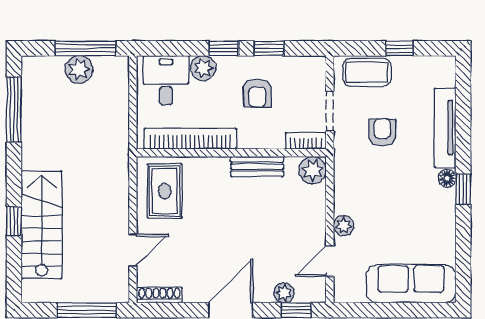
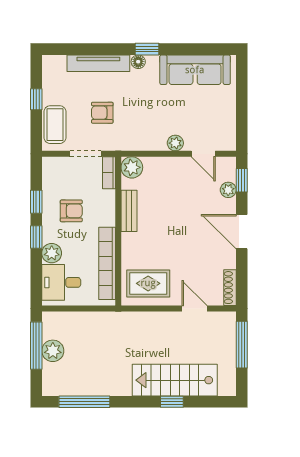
sofa: (411, 284) -> (195, 70), moved, turned -90

